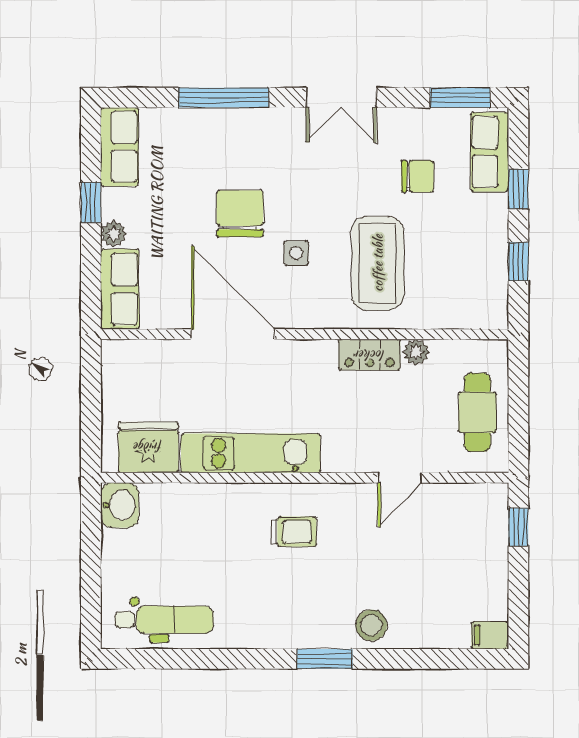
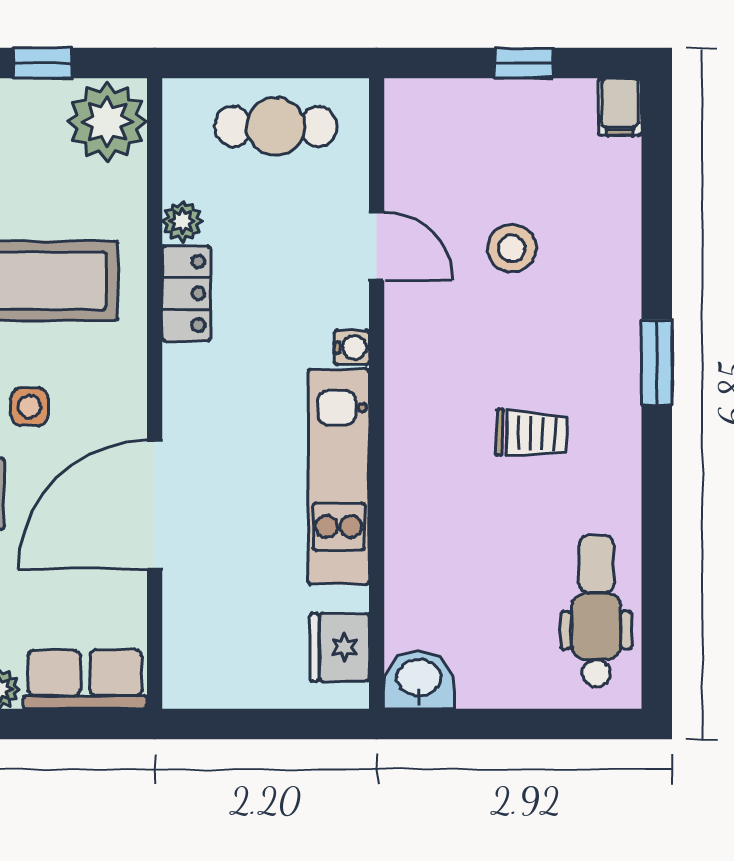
plant: (481, 303) -> (107, 122), added
fridge: (148, 447) -> (340, 647), width x0.73, depth x0.75
water cooler: (334, 462) -> (352, 348), added
window: (518, 527) -> (524, 63), moved
trolley: (294, 532) -> (532, 433), moved, turned 92
stool: (371, 625) -> (512, 248), moved

